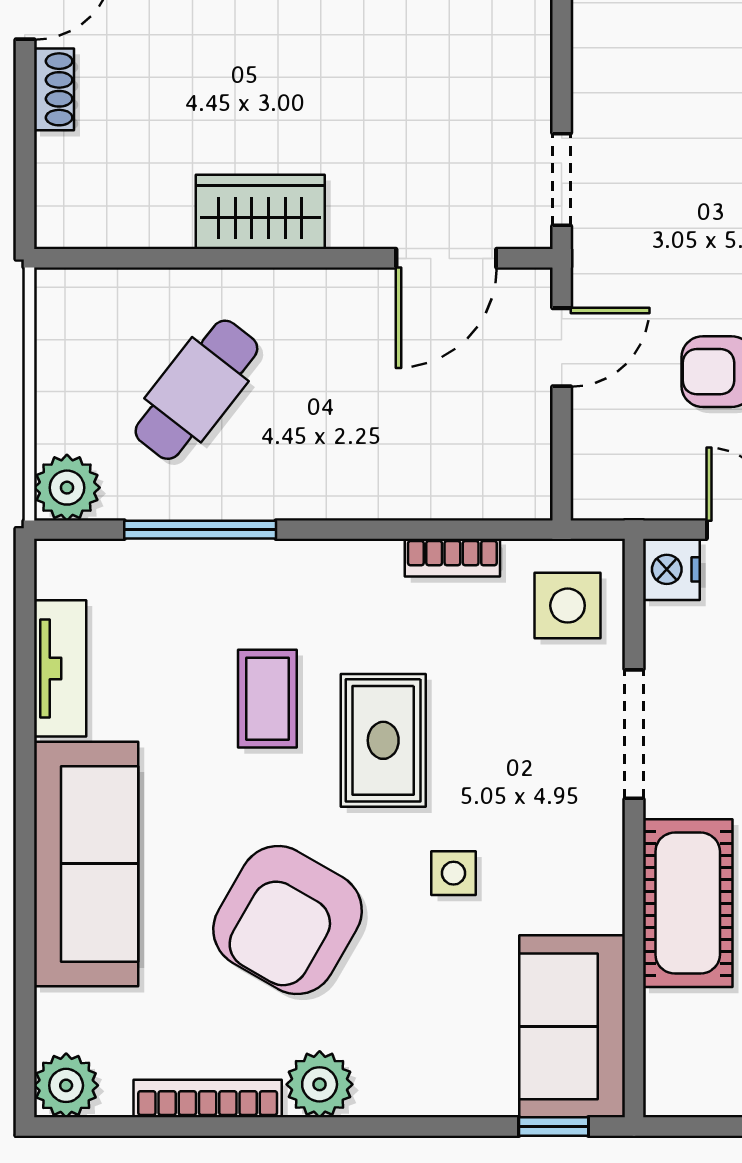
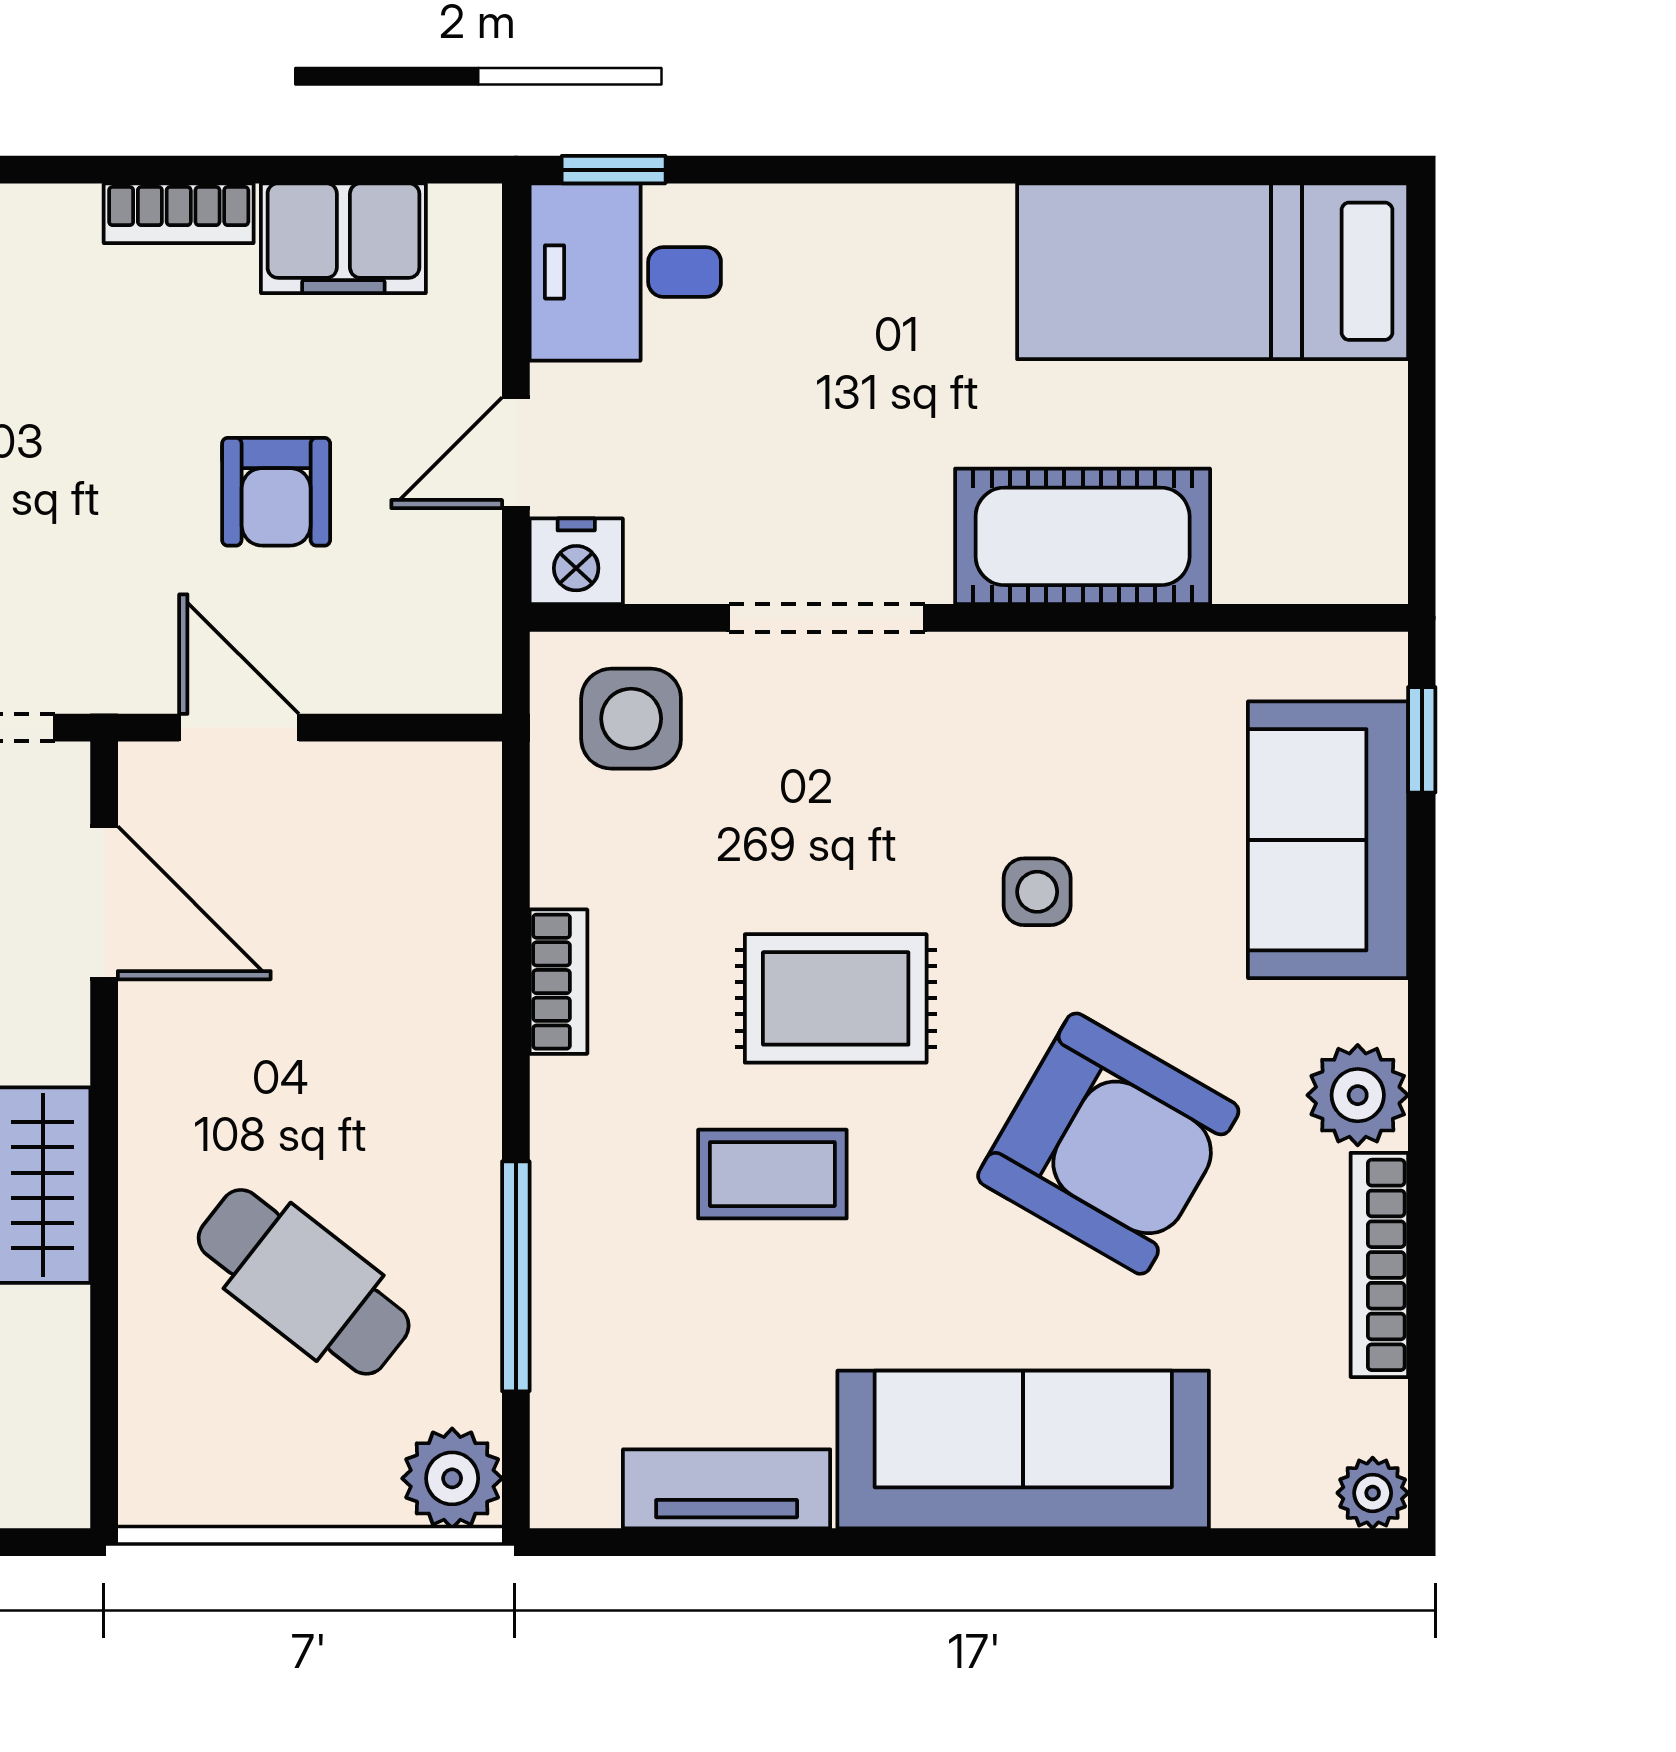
bookcase: (452, 558) -> (558, 982), moved
sofa: (572, 1026) -> (1328, 840), moved, turned 90
plant: (66, 1085) -> (1373, 1493), width x0.73, depth x0.73

